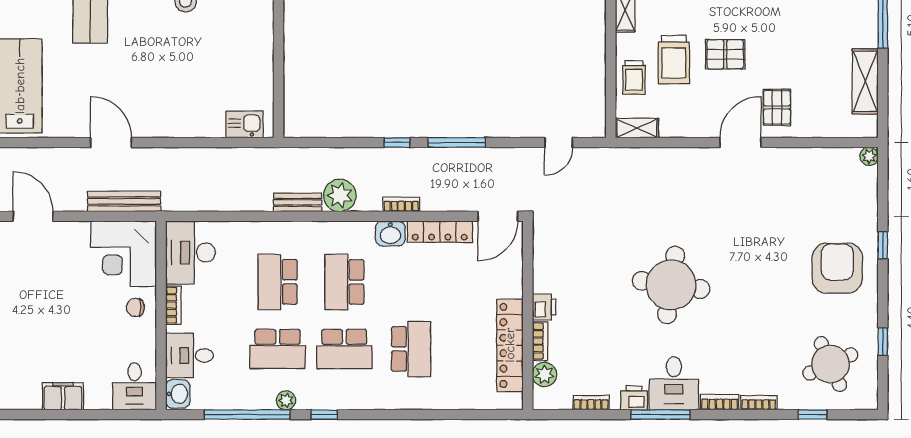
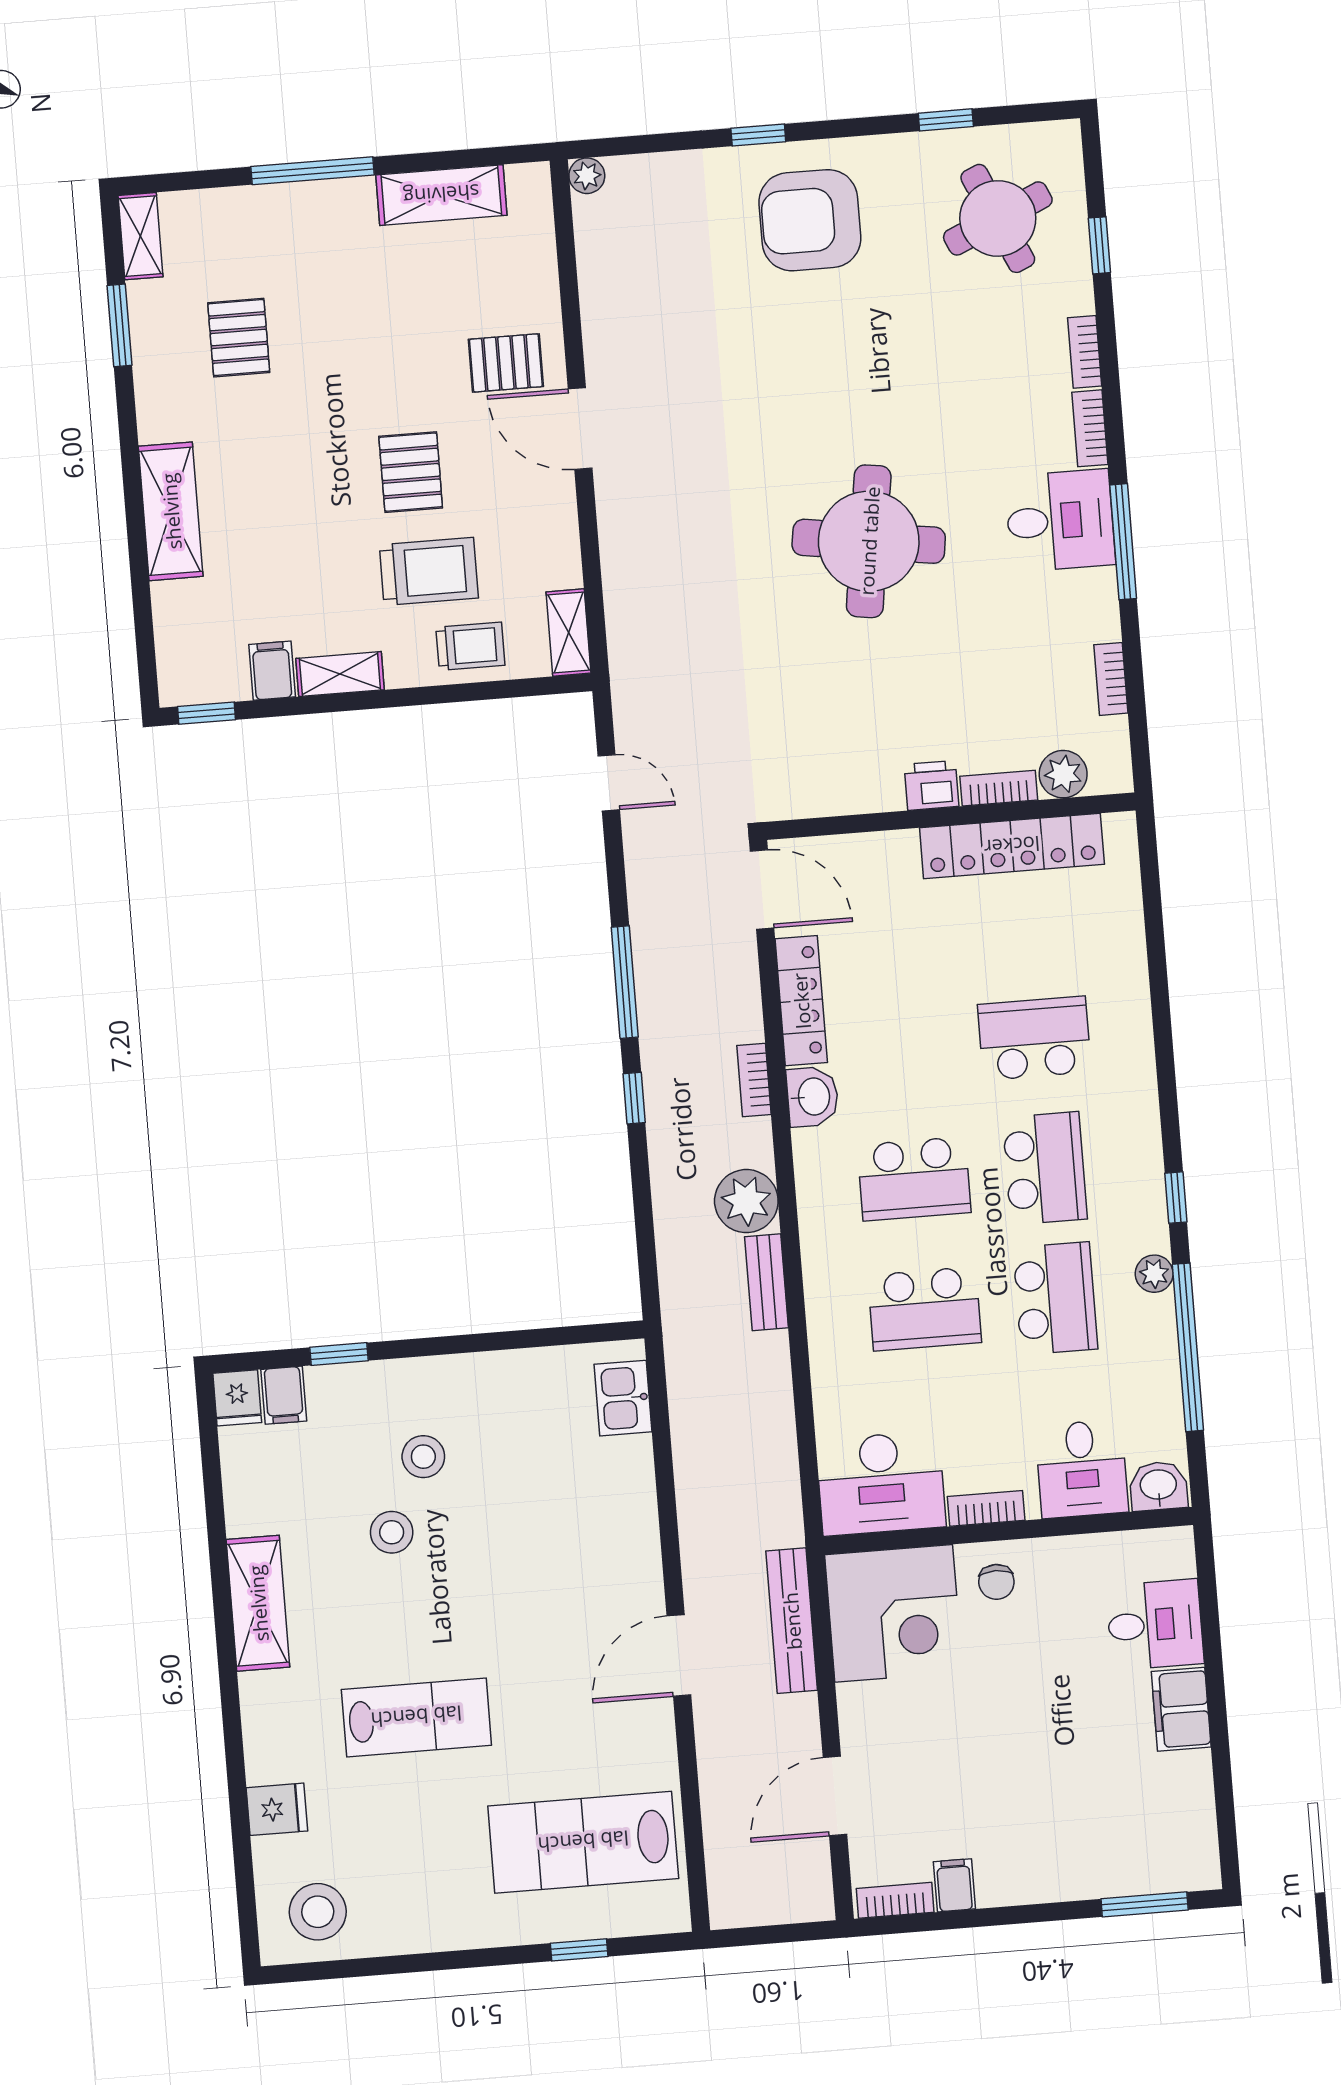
stool: (223, 20) -> (423, 1457), added
desk: (134, 386) -> (1155, 1625), moved
printer: (634, 398) -> (1095, 596), removed

